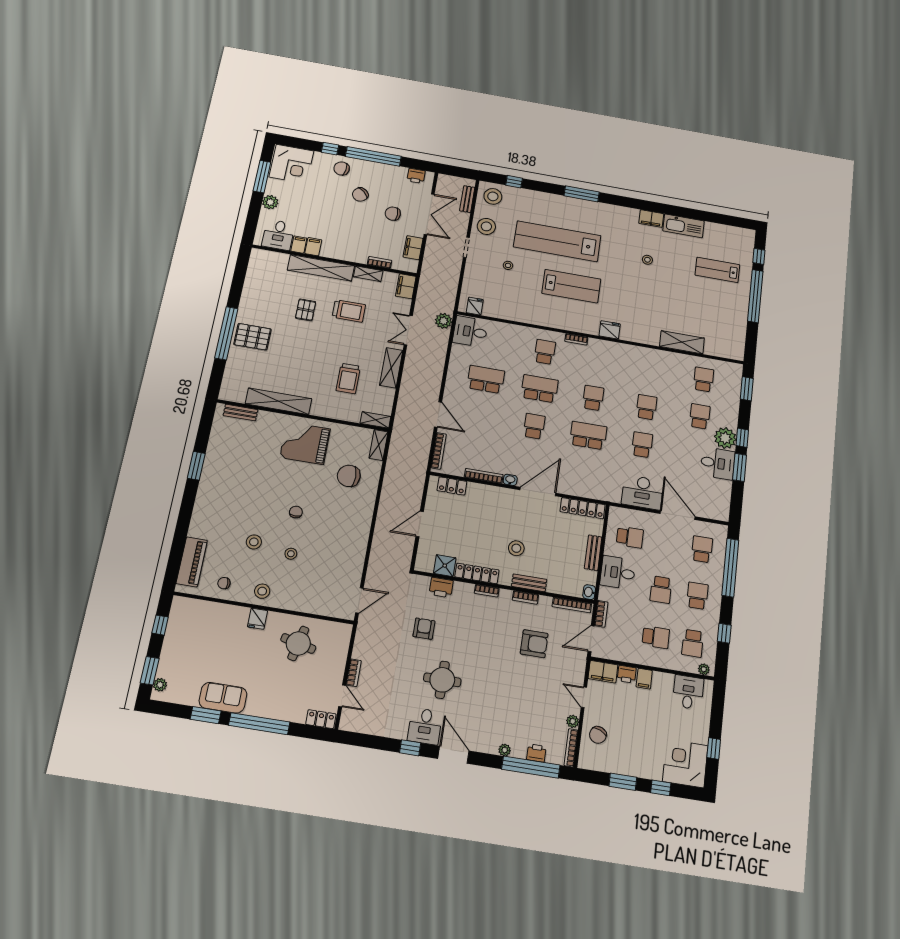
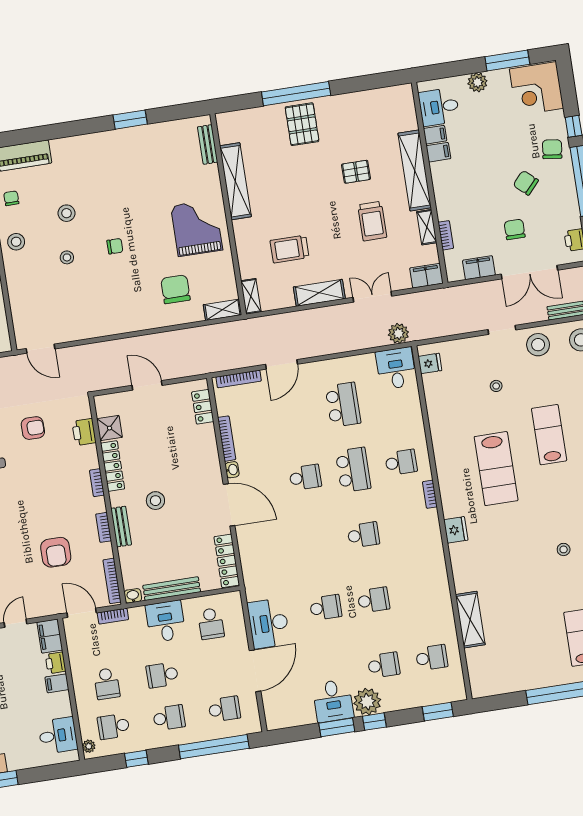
lab bench: (557, 241) -> (549, 435), width x0.54, depth x0.72
school desk: (588, 435) -> (315, 542), removed
bench: (593, 553) -> (172, 589), width x1.36

